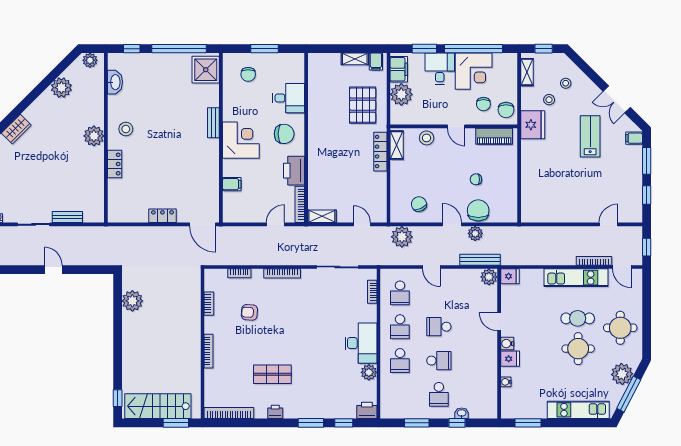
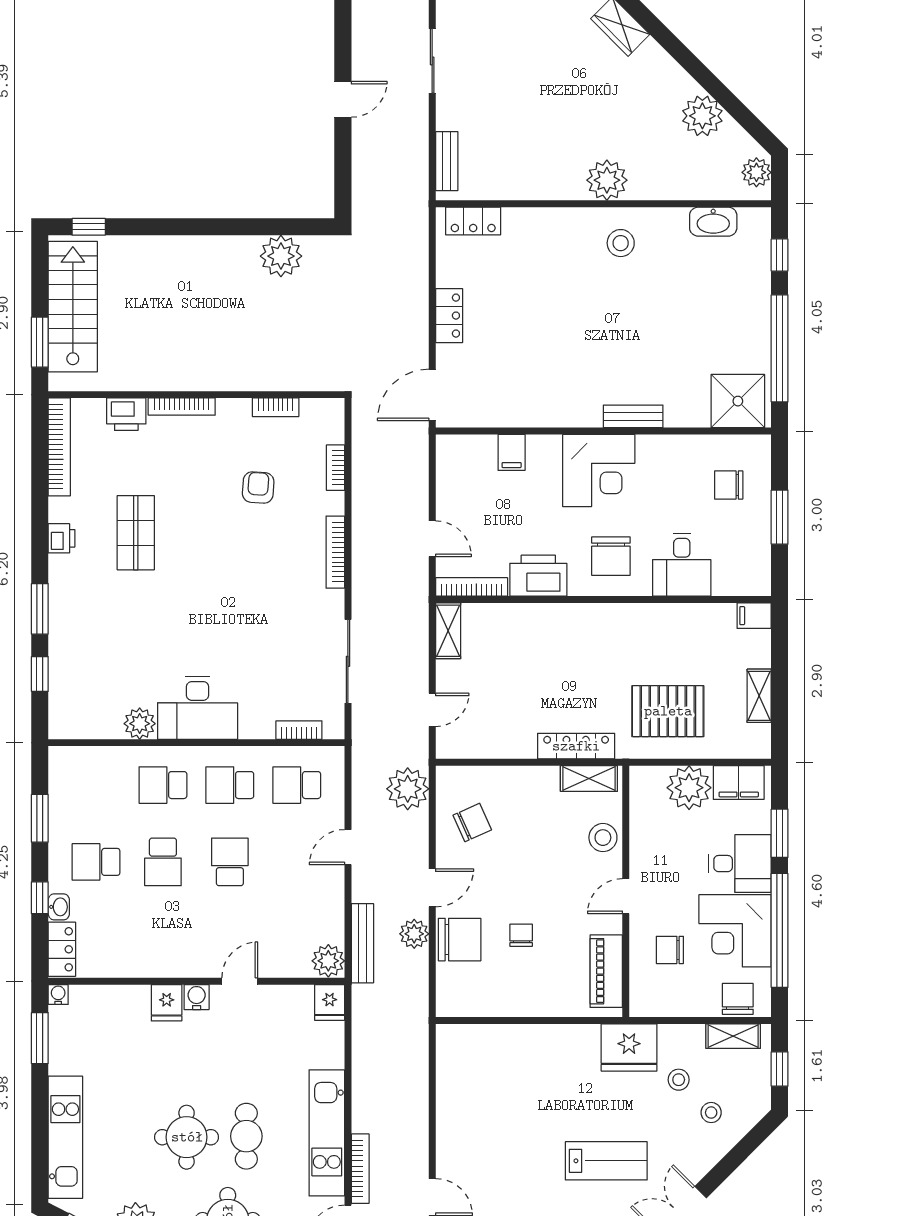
filing cabinet: (376, 61) -> (754, 616), moved
chair: (506, 110) -> (738, 999), moved, turned 90
locker: (115, 164) -> (473, 221), moved
bench: (67, 217) -> (447, 161), moved
water cooler: (506, 382) -> (58, 994), moved
printer: (367, 410) -> (126, 414), moved, turned 90
locker: (483, 412) -> (62, 949), added

